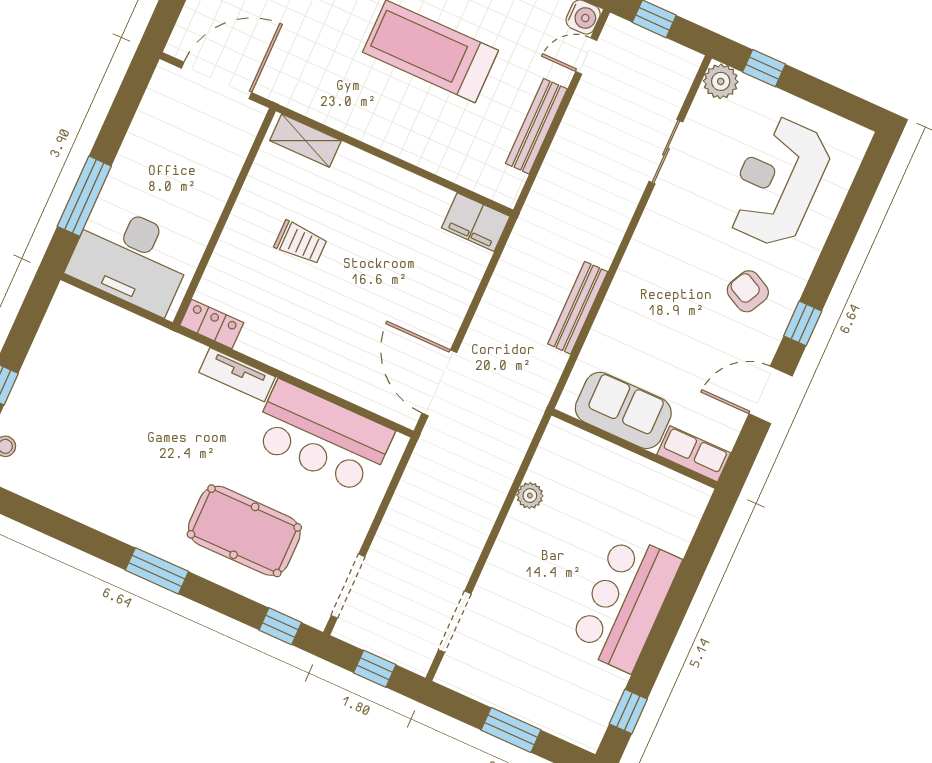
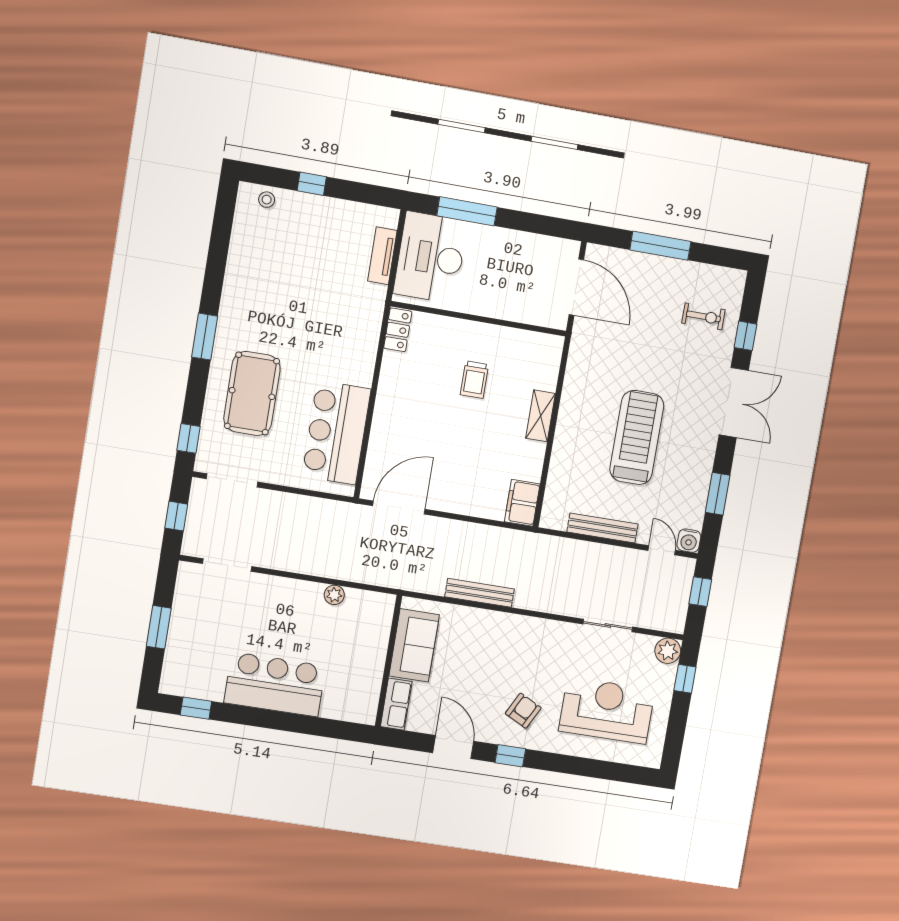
shelving: (306, 141) -> (540, 416), moved
tv unit: (237, 375) -> (382, 256), moved

